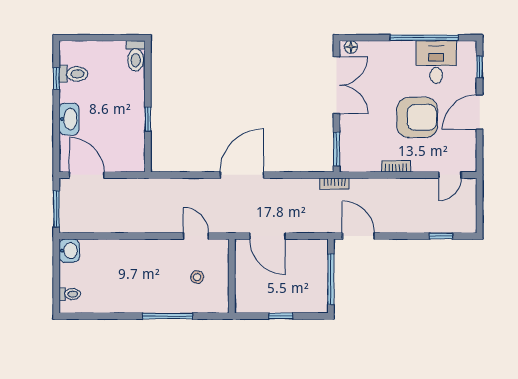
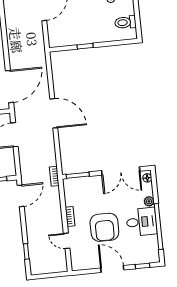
plant: (386, 48) -> (149, 201), added
toilet: (136, 56) -> (125, 22), moved
desk: (436, 62) -> (141, 222), moved
door: (450, 175) -> (67, 241), moved
door: (196, 236) -> (9, 87), width x1.88

